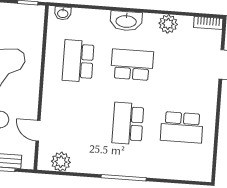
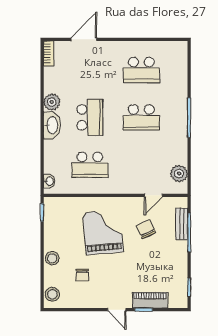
plant: (168, 24) -> (52, 102), moved
school desk: (132, 65) -> (90, 117), turned 180
school desk: (182, 127) -> (141, 70), turned 90

